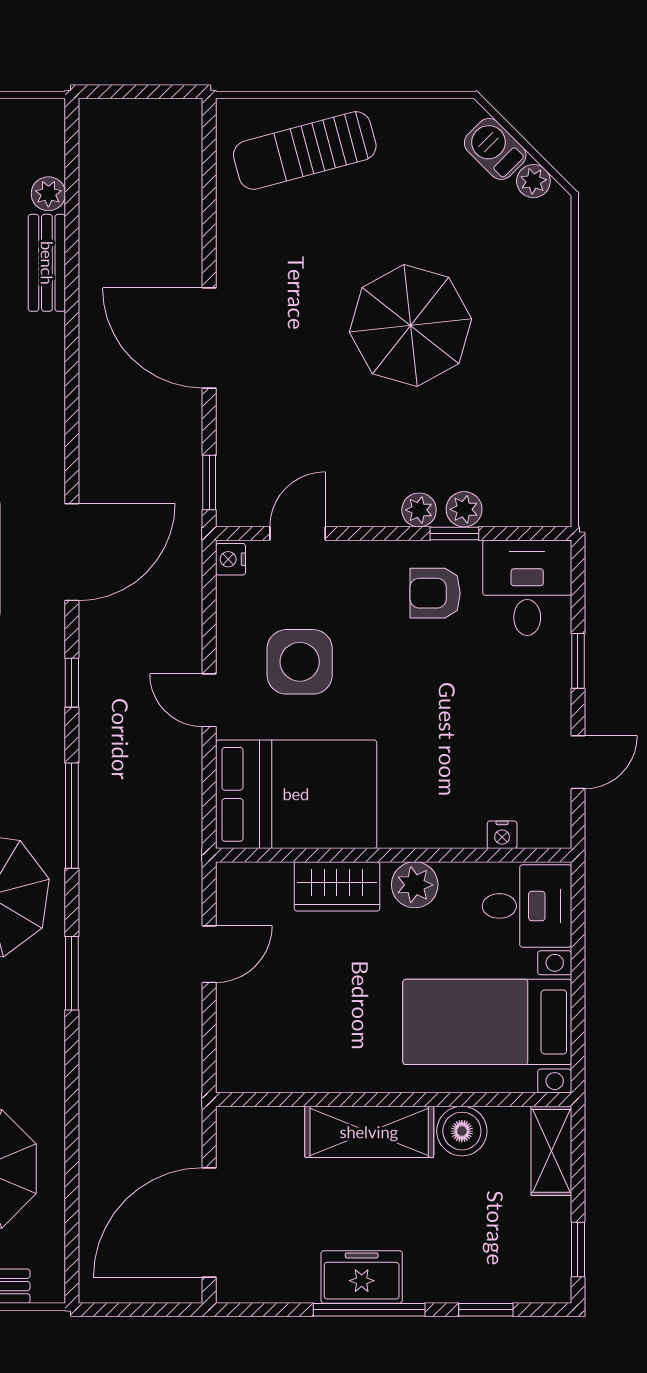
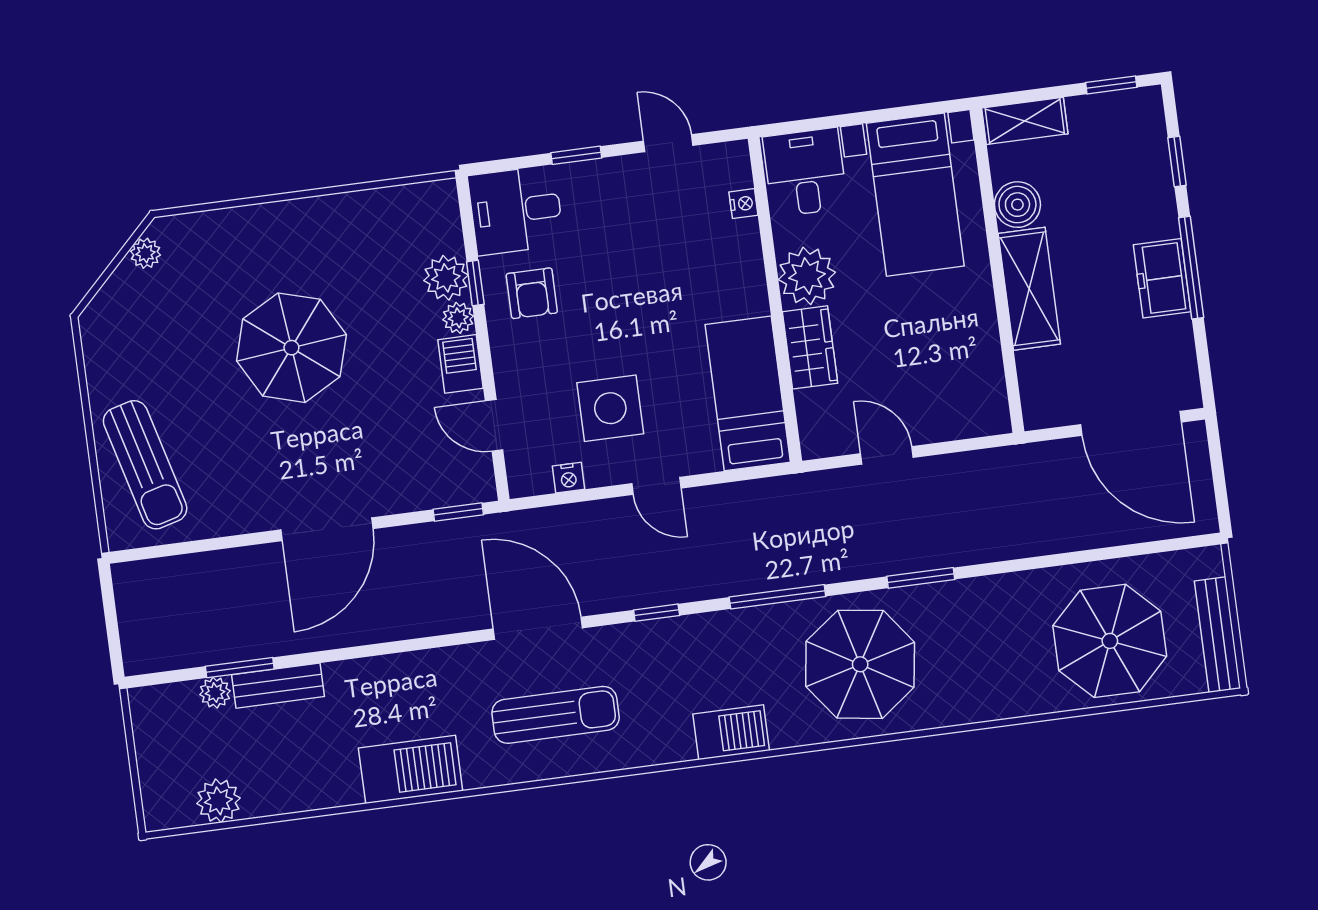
barbecue: (495, 149) -> (461, 364), moved, turned 135
window: (72, 224) -> (240, 668), added
plant: (464, 509) -> (446, 278), width x1.38, depth x1.38
nightstand: (231, 559) -> (568, 478), moved
door: (209, 700) -> (656, 486), hinge flipped
bed: (296, 794) -> (748, 393), width x0.67
plant: (415, 885) -> (807, 276), width x1.36, depth x1.36

